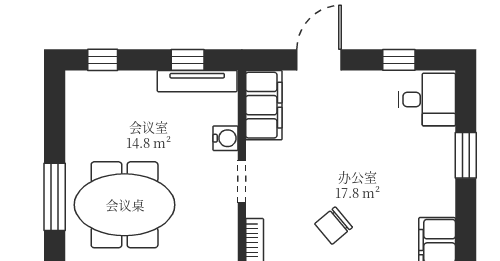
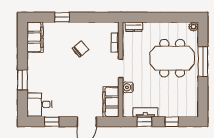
window: (103, 60) -> (172, 122), moved
tv unit: (197, 81) -> (145, 112), width x0.71

